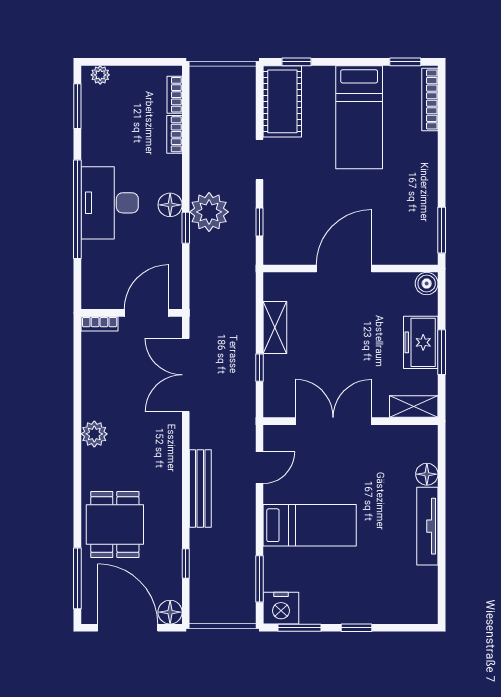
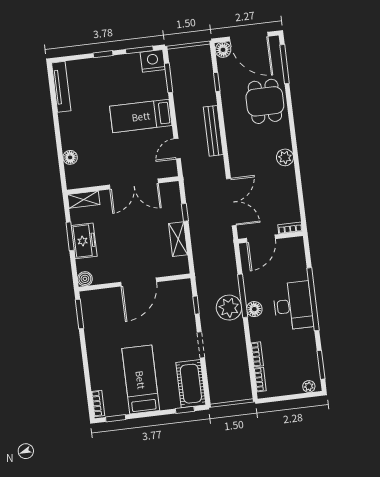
bookcase: (430, 99) -> (98, 403), width x0.64
window: (186, 228) -> (243, 296), width x2.17
tv unit: (427, 526) -> (61, 87), moved

